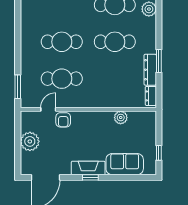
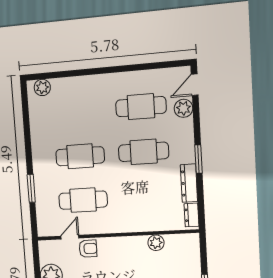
window: (159, 61) -> (198, 159), moved
window: (18, 87) -> (31, 188), moved
armchair: (63, 120) -> (88, 249), turned -90

